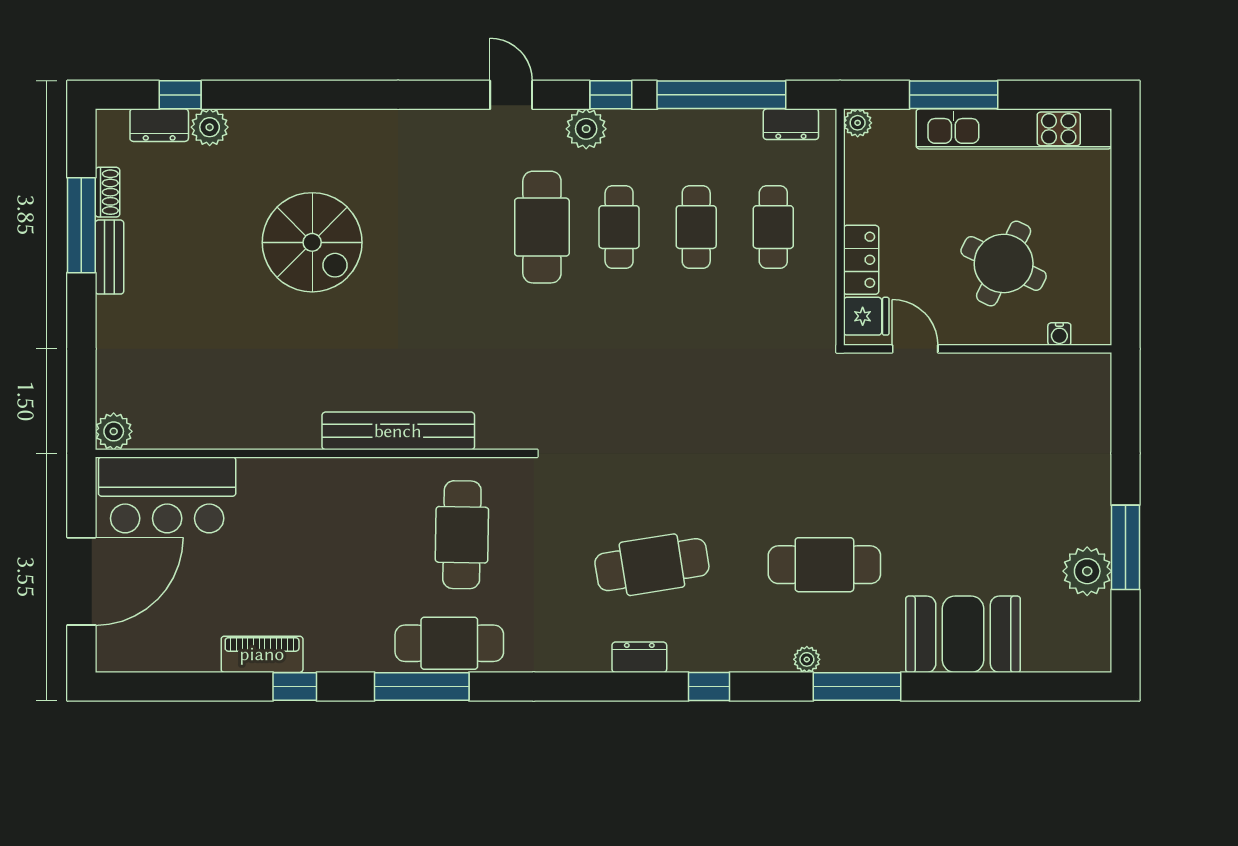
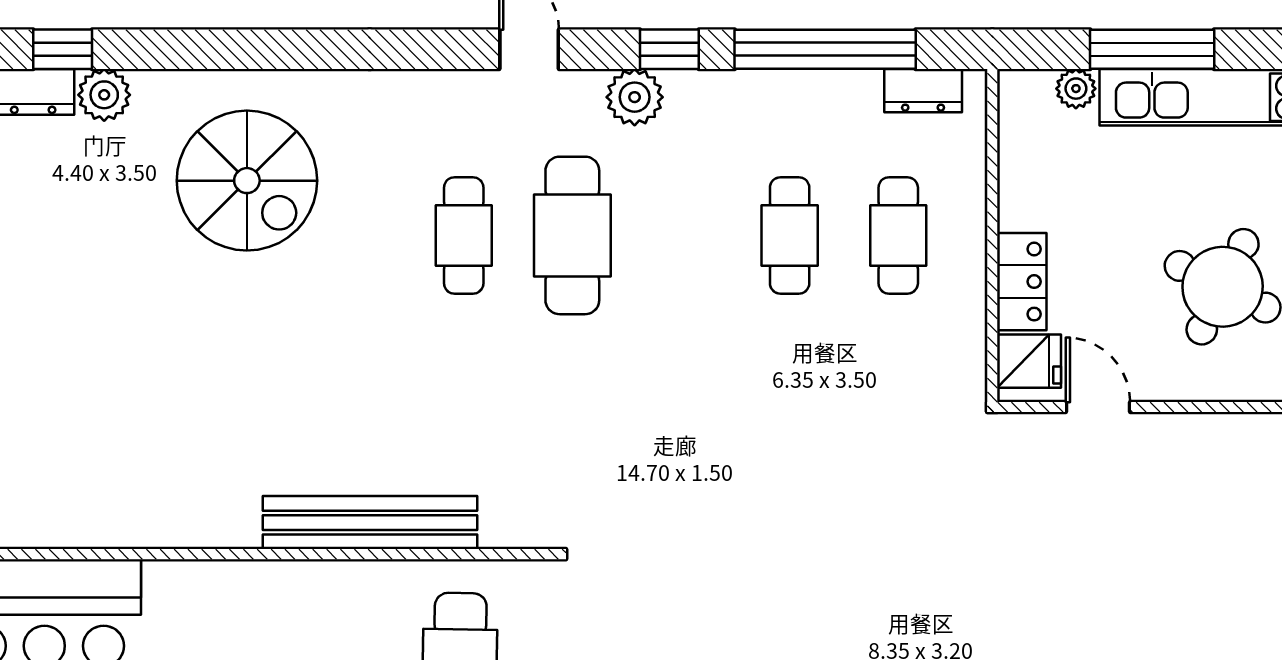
plant: (858, 123) -> (1076, 89), moved
cafe table: (619, 227) -> (464, 235), moved
spiral stairs: (312, 242) -> (247, 181), moved

